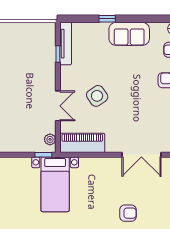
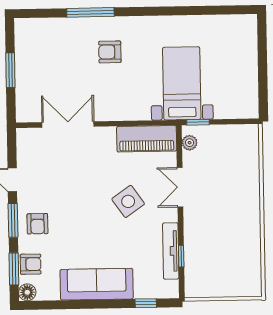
window: (107, 19) -> (146, 303), moved
sofa: (129, 34) -> (97, 284), width x1.36
tv unit: (66, 44) -> (171, 251), moved
armchair: (128, 213) -> (110, 52), moved

